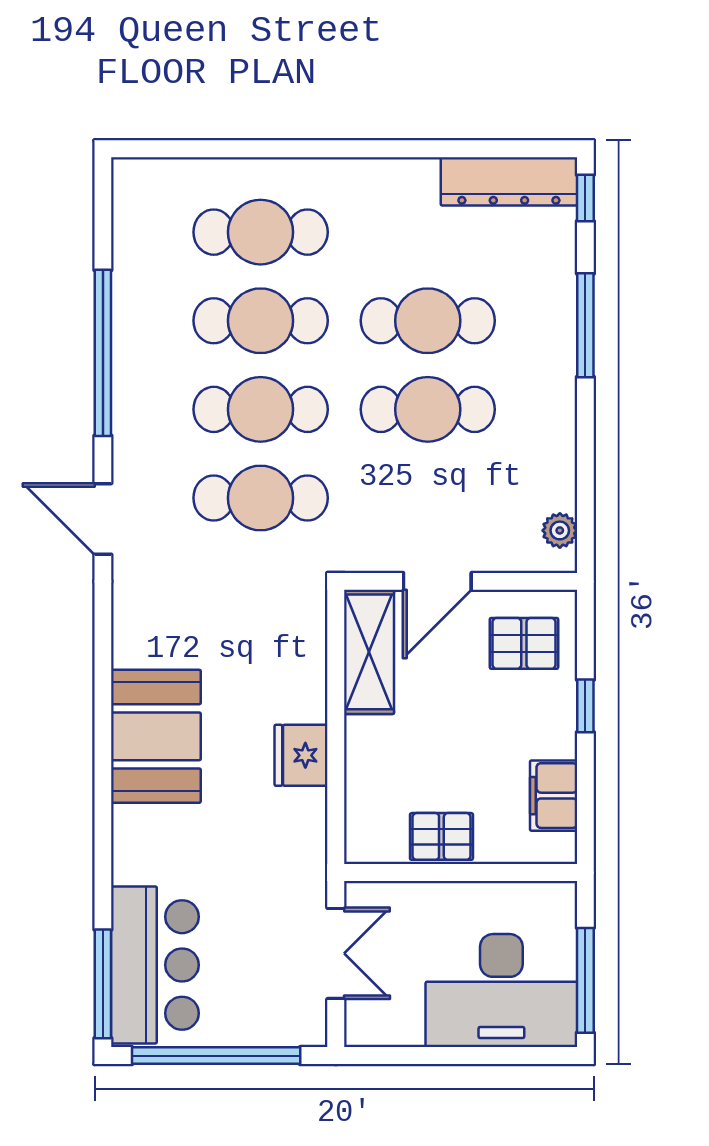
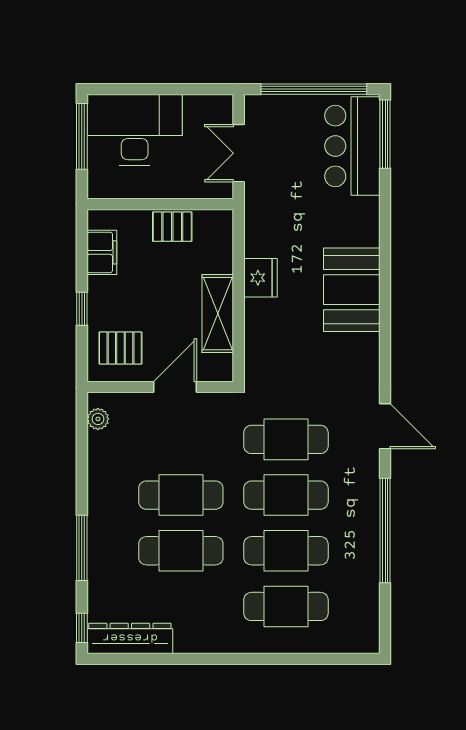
shelving: (369, 652) -> (218, 314), moved

